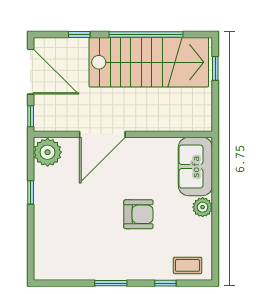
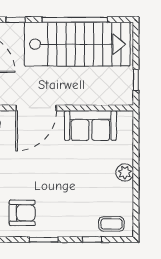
window: (215, 68) -> (136, 80), moved
sofa: (195, 167) -> (90, 125), moved, turned -90
armchair: (138, 214) -> (22, 213), moved

